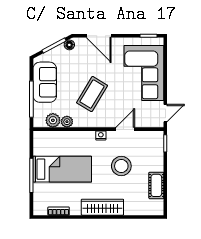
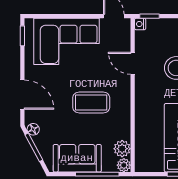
door: (99, 36) -> (22, 95), hinge flipped
coffee table: (92, 94) -> (91, 102), turned -31
plant: (67, 122) -> (124, 165), moved
nightstand: (101, 135) -> (140, 24), moved

